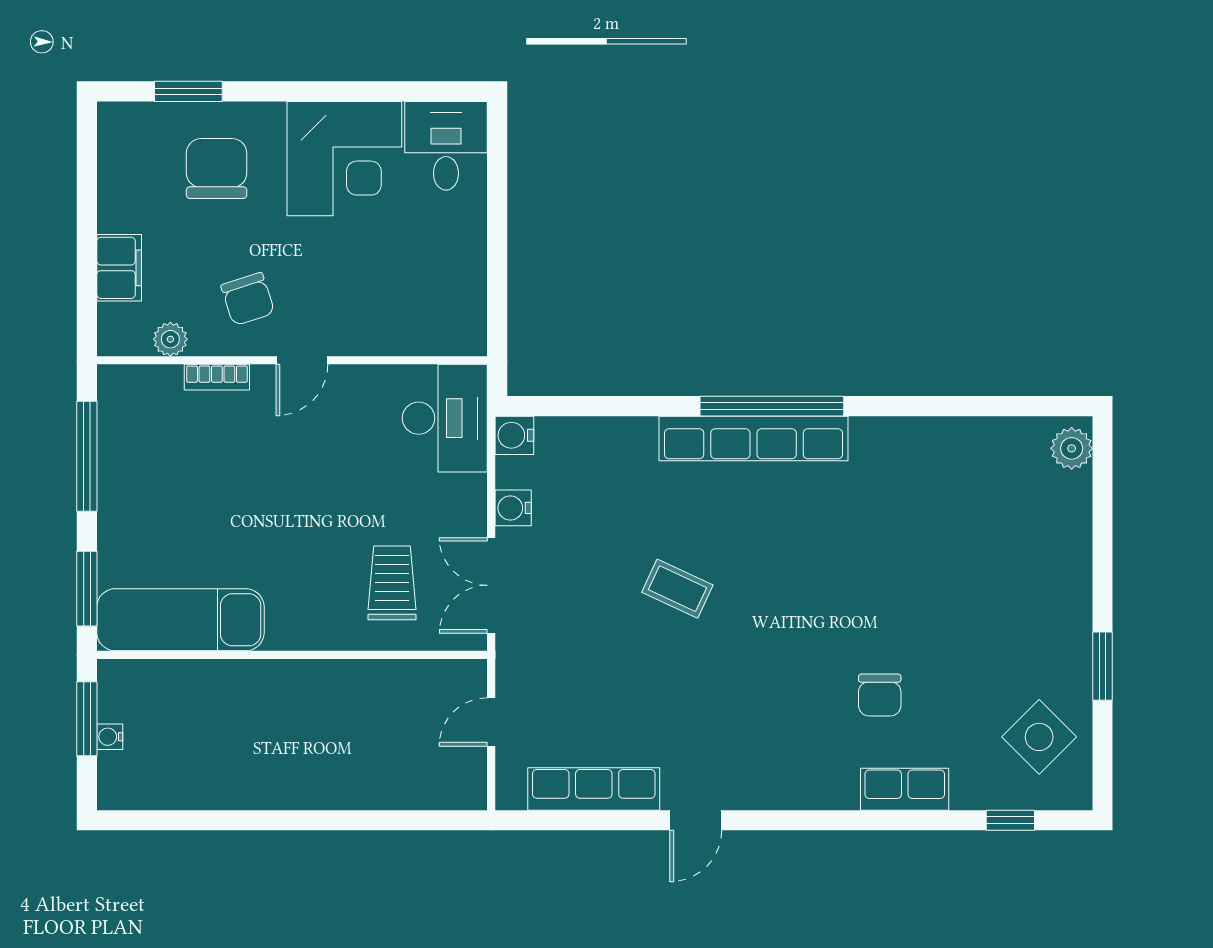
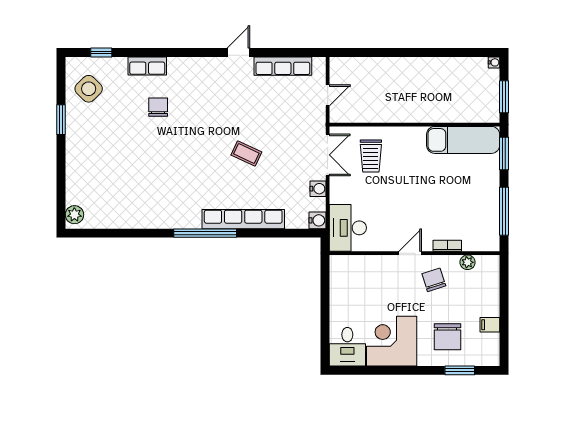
filing cabinet: (119, 268) -> (490, 325), moved, width x0.50
row of seats: (754, 438) -> (243, 219), moved
water cooler: (110, 737) -> (494, 62), moved

